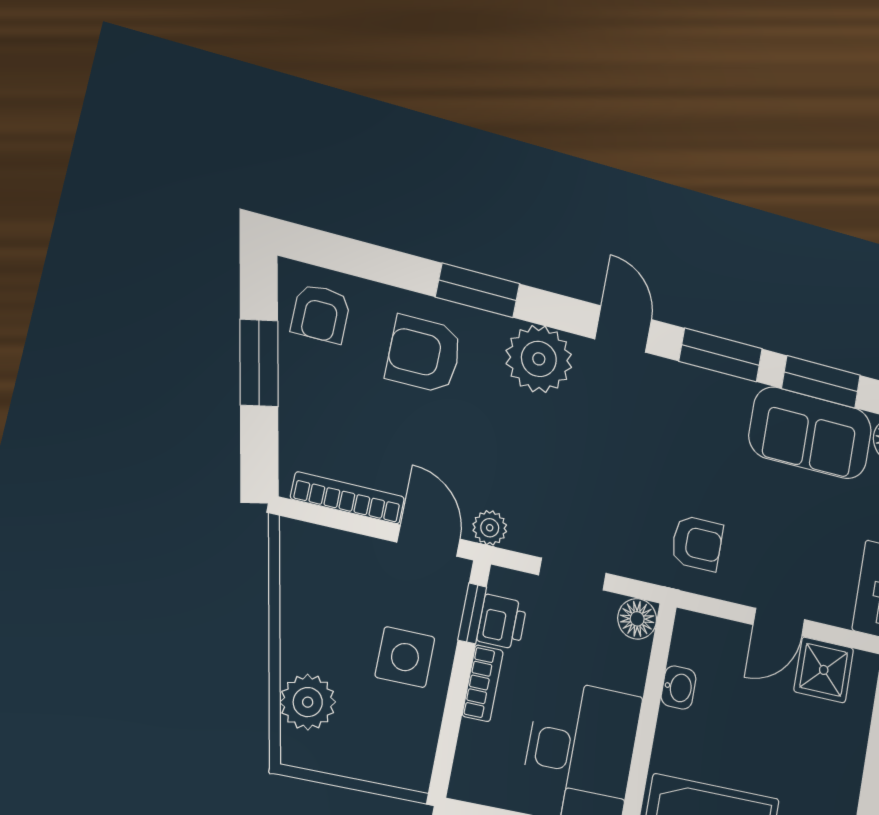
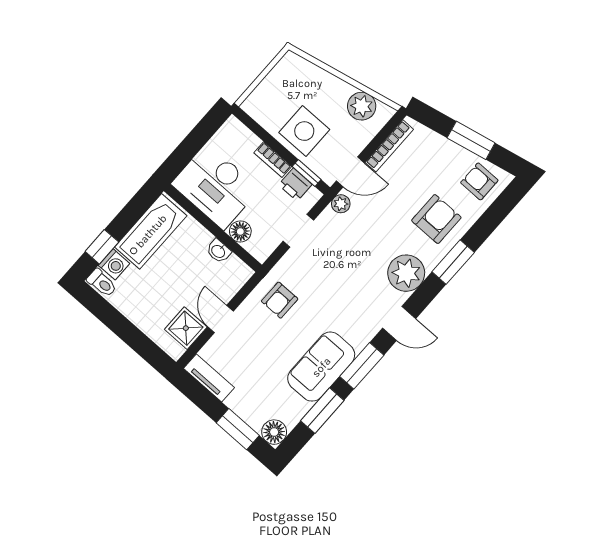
sofa: (810, 433) -> (321, 367), moved
floor lamp: (637, 619) -> (240, 231), moved
side table: (405, 657) -> (304, 131), width x1.37, depth x1.37
plant: (308, 702) -> (362, 106), moved

